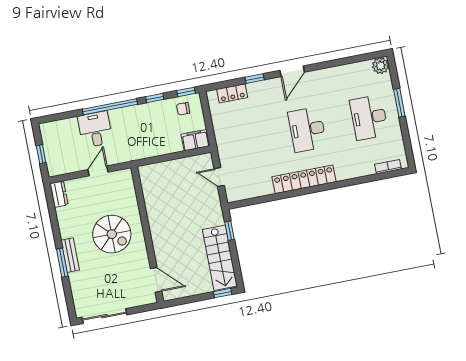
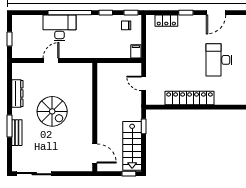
desk: (95, 129) -> (59, 28), width x1.37
filing cabinet: (195, 140) -> (136, 51), width x0.50
locker: (304, 179) -> (190, 98), moved
dresser: (59, 194) -> (17, 94), moved, width x1.44
wall: (147, 235) -> (95, 117), moved
bench: (70, 255) -> (17, 133), moved
door: (156, 280) -> (95, 153), moved

